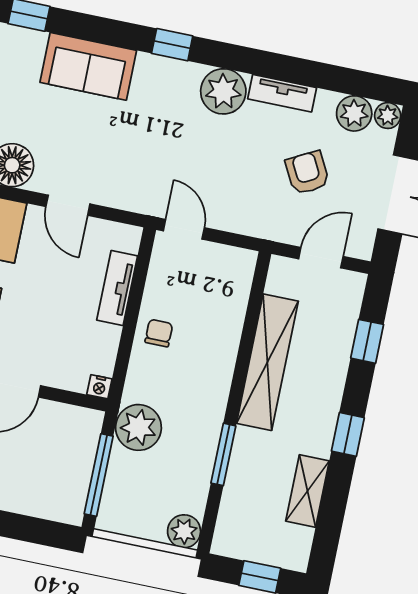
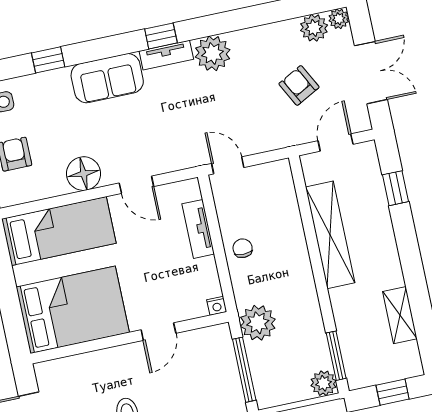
tv unit: (282, 93) -> (166, 55), moved
window: (348, 434) -> (411, 262), removed
window: (223, 454) -> (336, 356), moved

